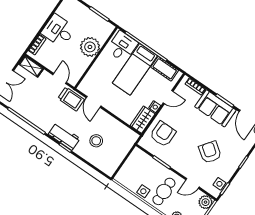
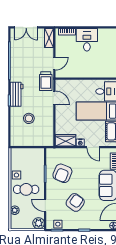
plant: (90, 47) -> (91, 69), removed
door: (93, 102) -> (54, 98), swing flipped
armchair: (163, 134) -> (62, 173), moved, turned 113

